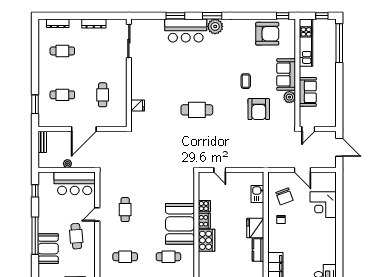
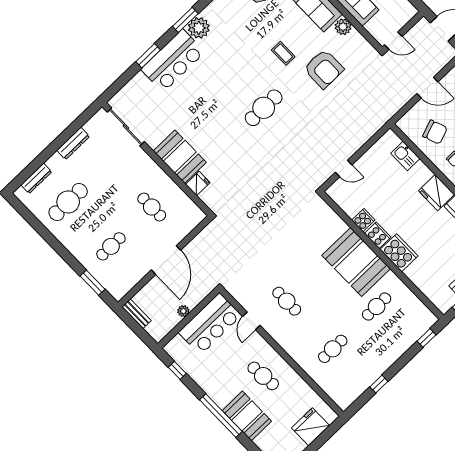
cafe table: (62, 51) -> (68, 202), width x1.37, depth x1.35
booth: (142, 83) -> (180, 157), added
cafe table: (197, 110) -> (264, 108), moved
door: (308, 129) -> (393, 41), hinge flipped
door: (97, 214) -> (251, 321), moved

